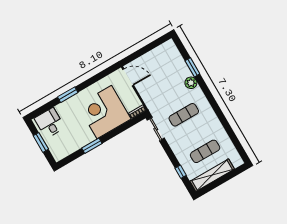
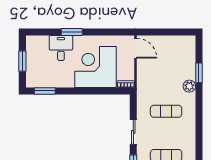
desk: (50, 123) -> (61, 48), moved
sliding door: (156, 129) -> (133, 132), moved
window: (92, 146) -> (45, 91), moved

